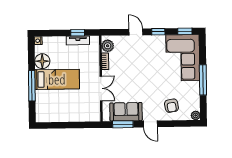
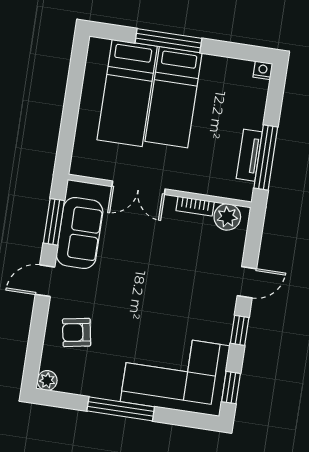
window: (78, 33) -> (266, 158), width x2.17
floor lamp: (42, 61) -> (218, 72), removed
bed: (59, 101) -> (127, 93), added

